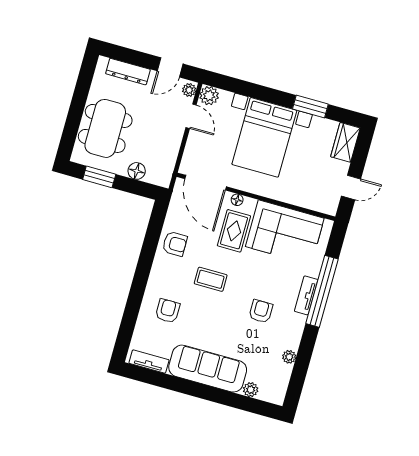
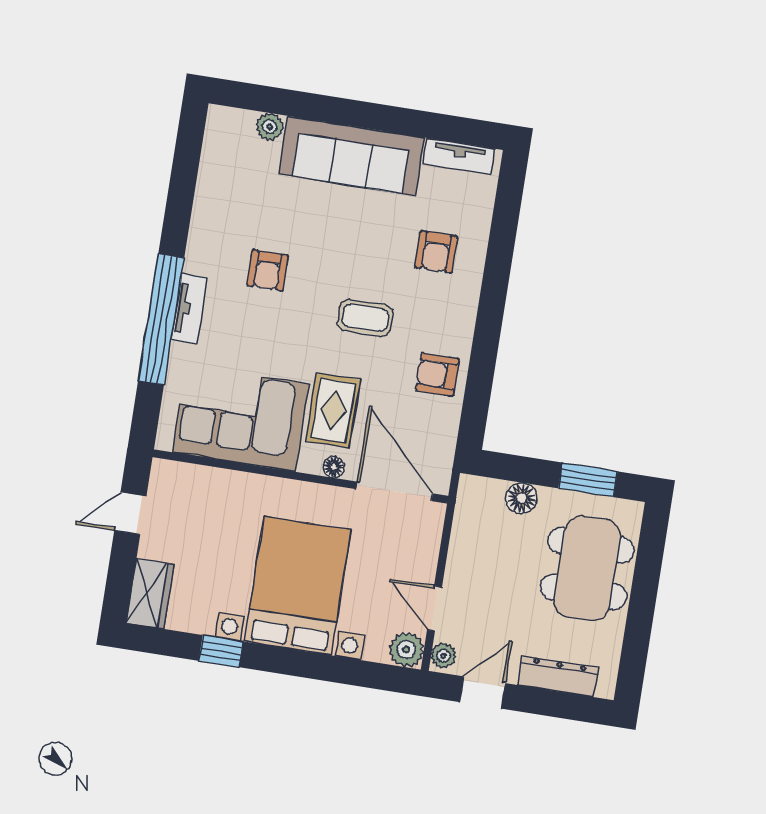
window: (310, 106) -> (221, 651), width x0.67
plant: (289, 357) -> (207, 194), removed

